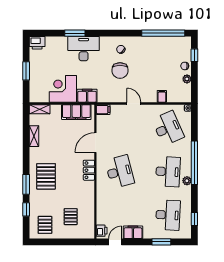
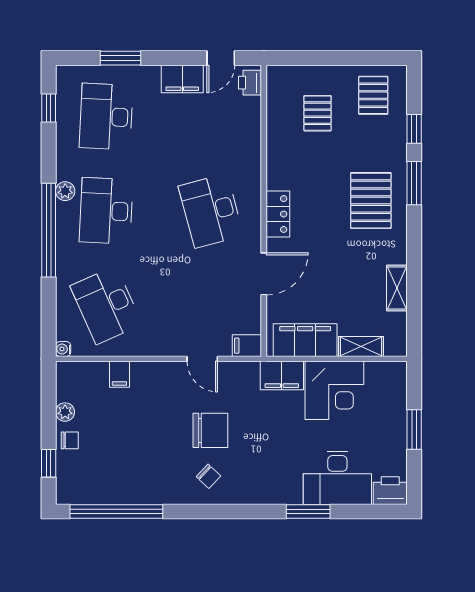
desk: (84, 49) -> (337, 478), moved
chair: (120, 70) -> (210, 430), turned 90
door: (134, 103) -> (202, 359), moved
shelving: (40, 109) -> (361, 346), moved

